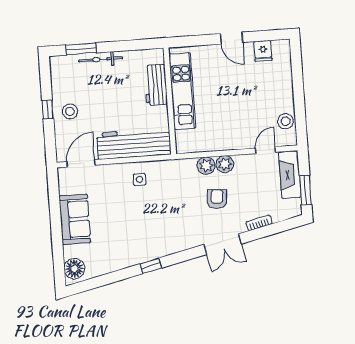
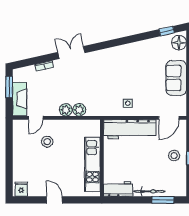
fridge: (263, 51) -> (21, 189), moved
workbench: (156, 85) -> (118, 189), moved, turned -90
stool: (286, 121) -> (47, 142), moved
armchair: (217, 199) -> (73, 85), removed
window: (151, 266) -> (167, 31), moved

